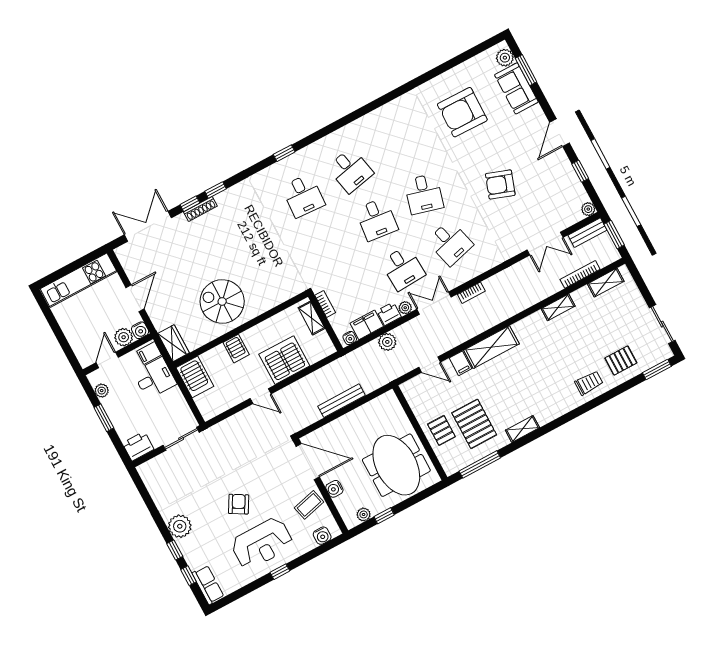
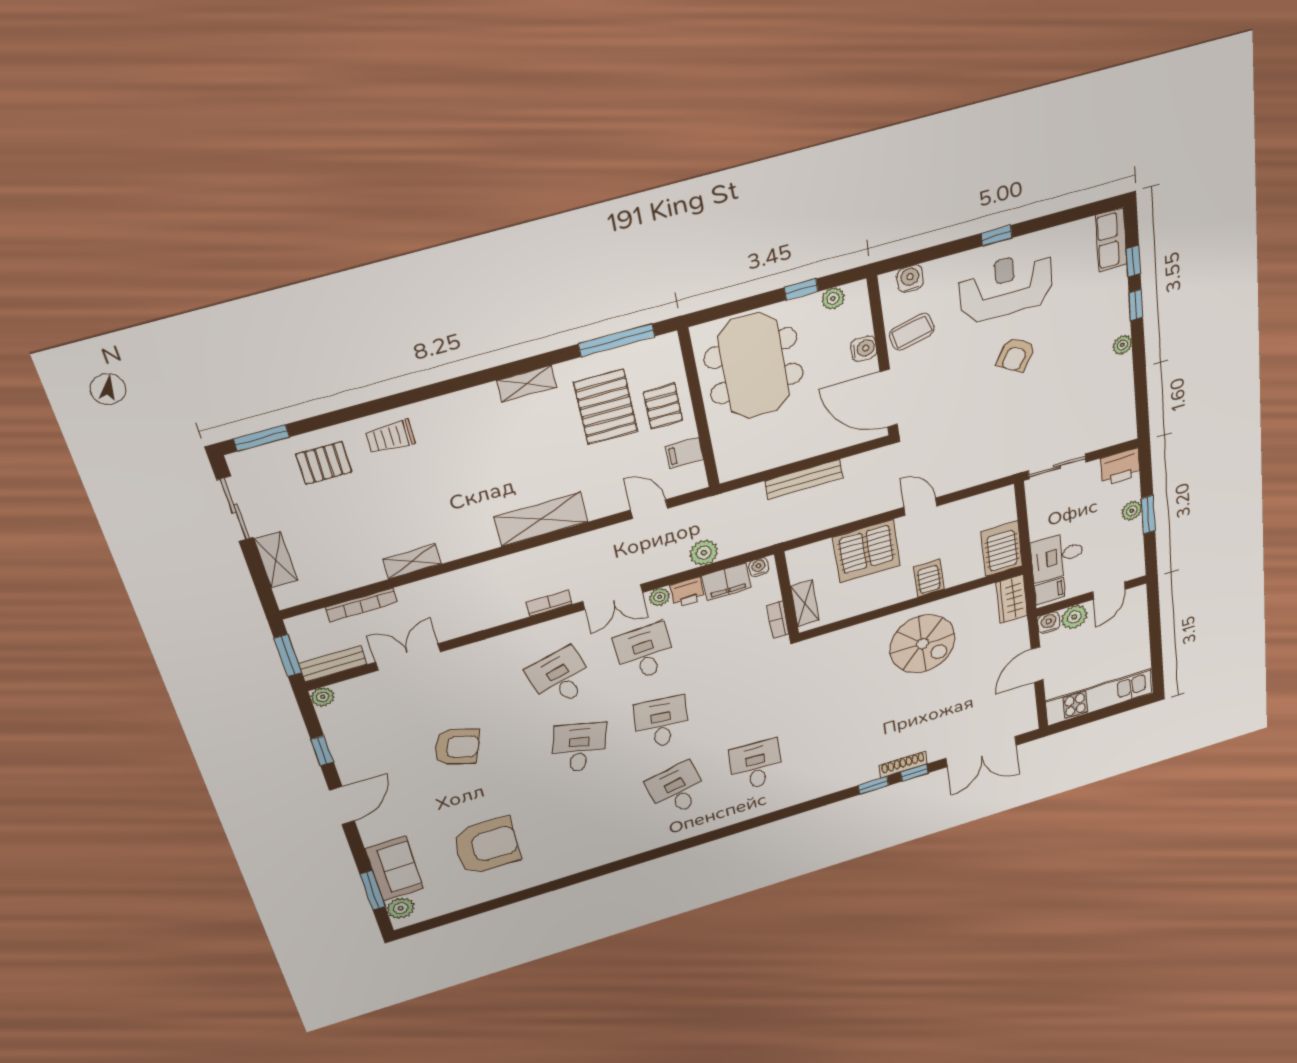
window: (284, 153) -> (762, 820), removed
shelving: (606, 283) -> (276, 560), moved, turned 90
filing cabinet: (460, 363) -> (684, 453), moved, turned -90
plant: (102, 391) -> (1132, 511), moved
plant: (180, 526) -> (1122, 345), width x0.53, depth x0.53

